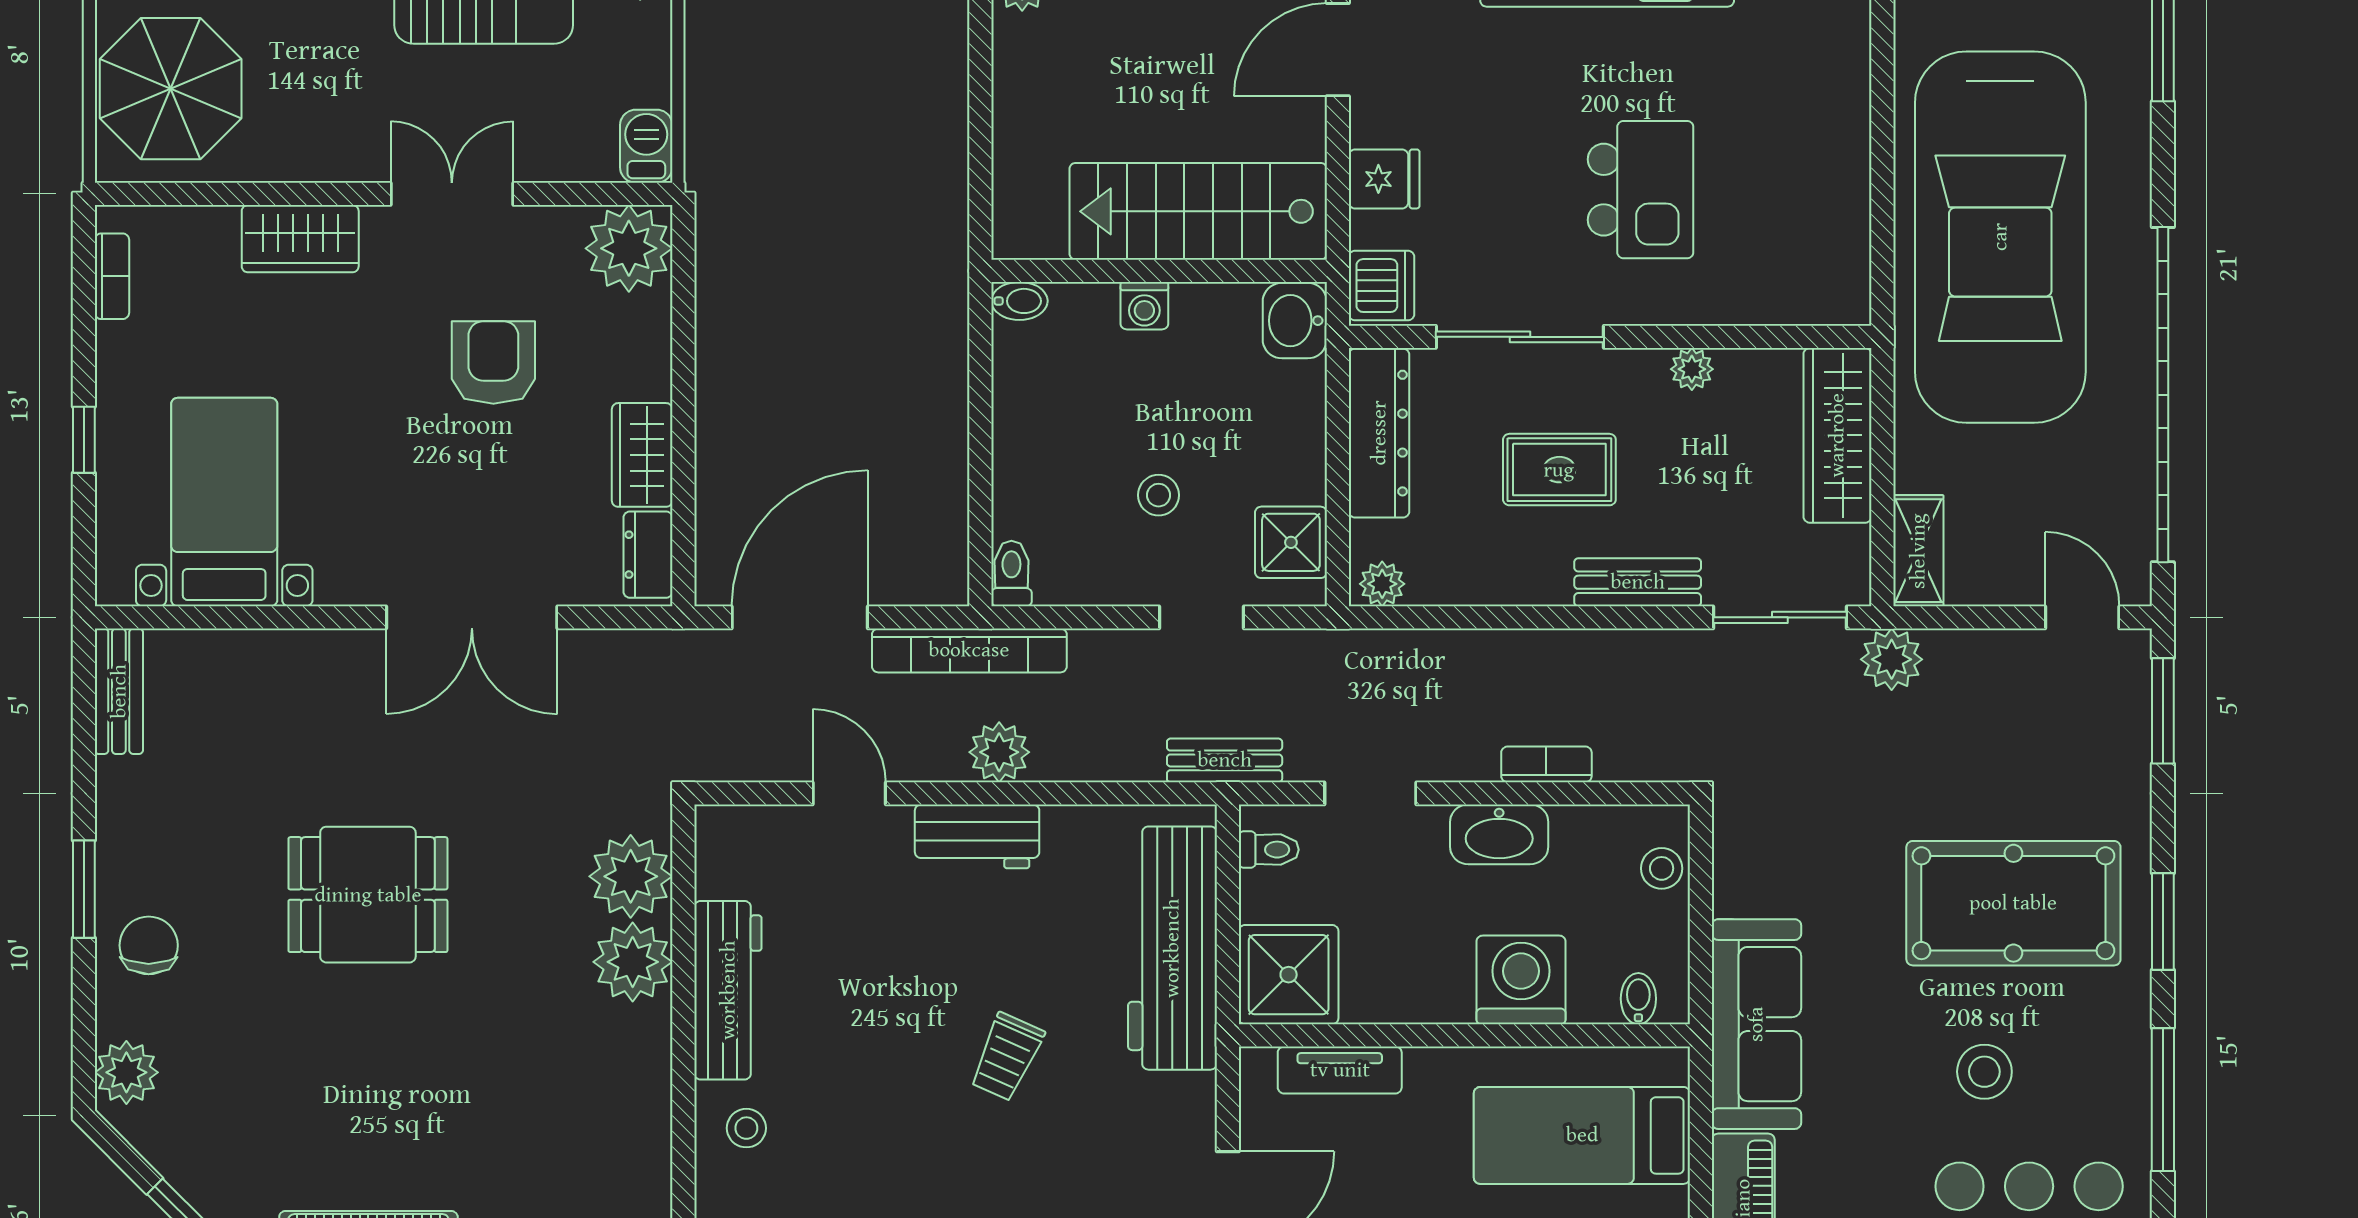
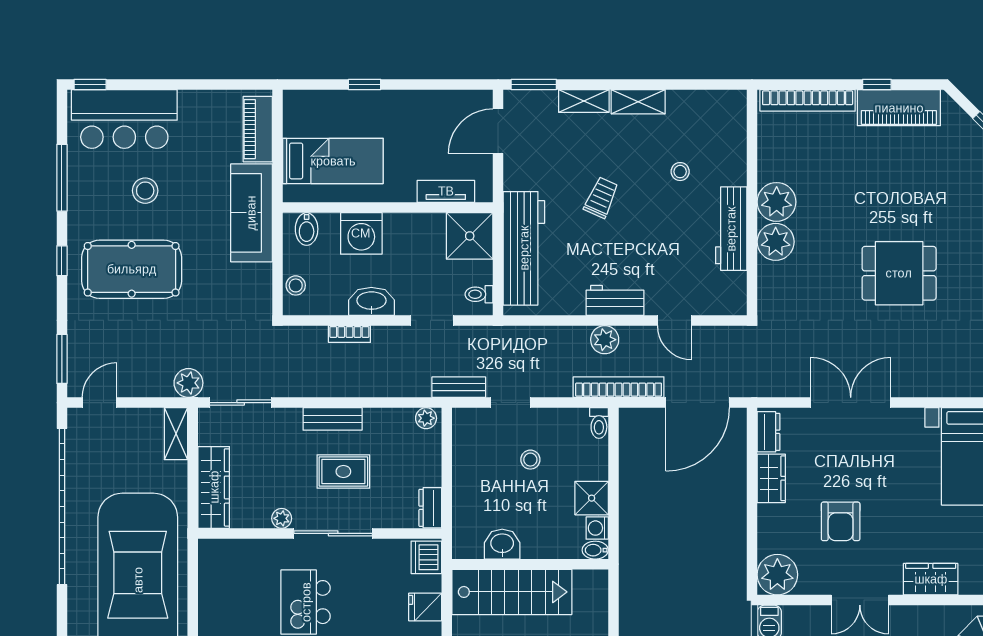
washing machine: (1144, 306) -> (597, 528), moved, turned -90
washbasin: (1295, 321) -> (502, 544), moved, turned -90
sliding door: (1520, 337) -> (333, 533), moved
dresser: (1379, 433) -> (430, 508), width x0.51, depth x0.80
shower: (1291, 542) -> (592, 498), moved
bench: (1638, 582) -> (333, 419), moved
door: (2082, 617) -> (100, 403), swing flipped
bench: (1225, 760) -> (459, 387), moved
plant: (631, 876) -> (777, 202), moved
window: (2163, 921) -> (62, 261), width x0.67
bidet: (1638, 999) -> (307, 229), width x1.38, depth x1.36
stool: (746, 1128) -> (680, 172), moved

